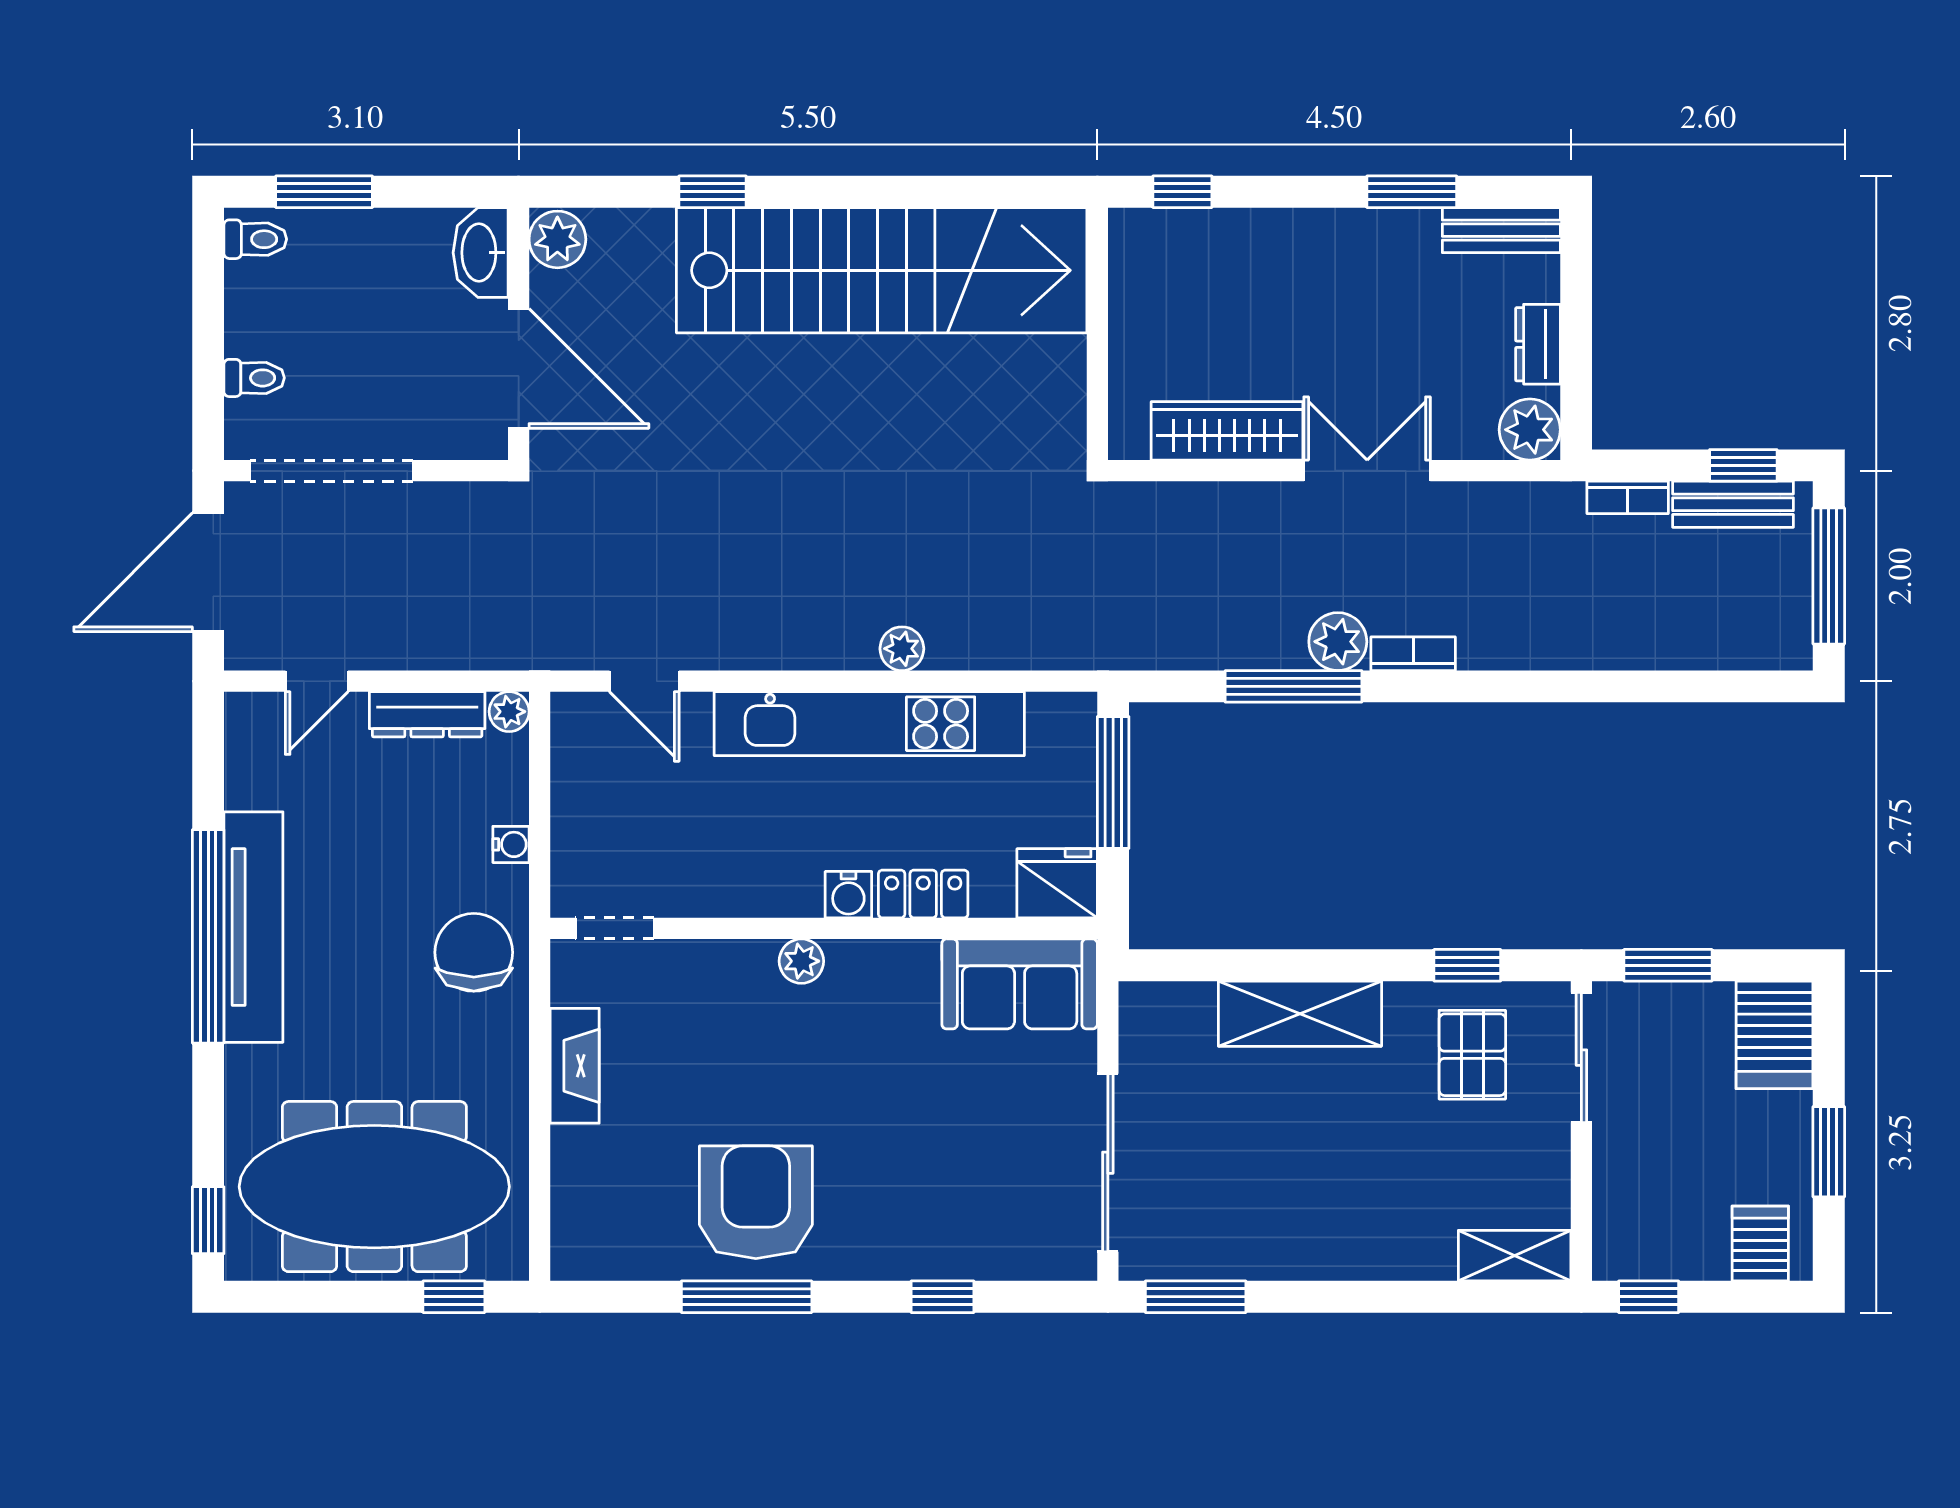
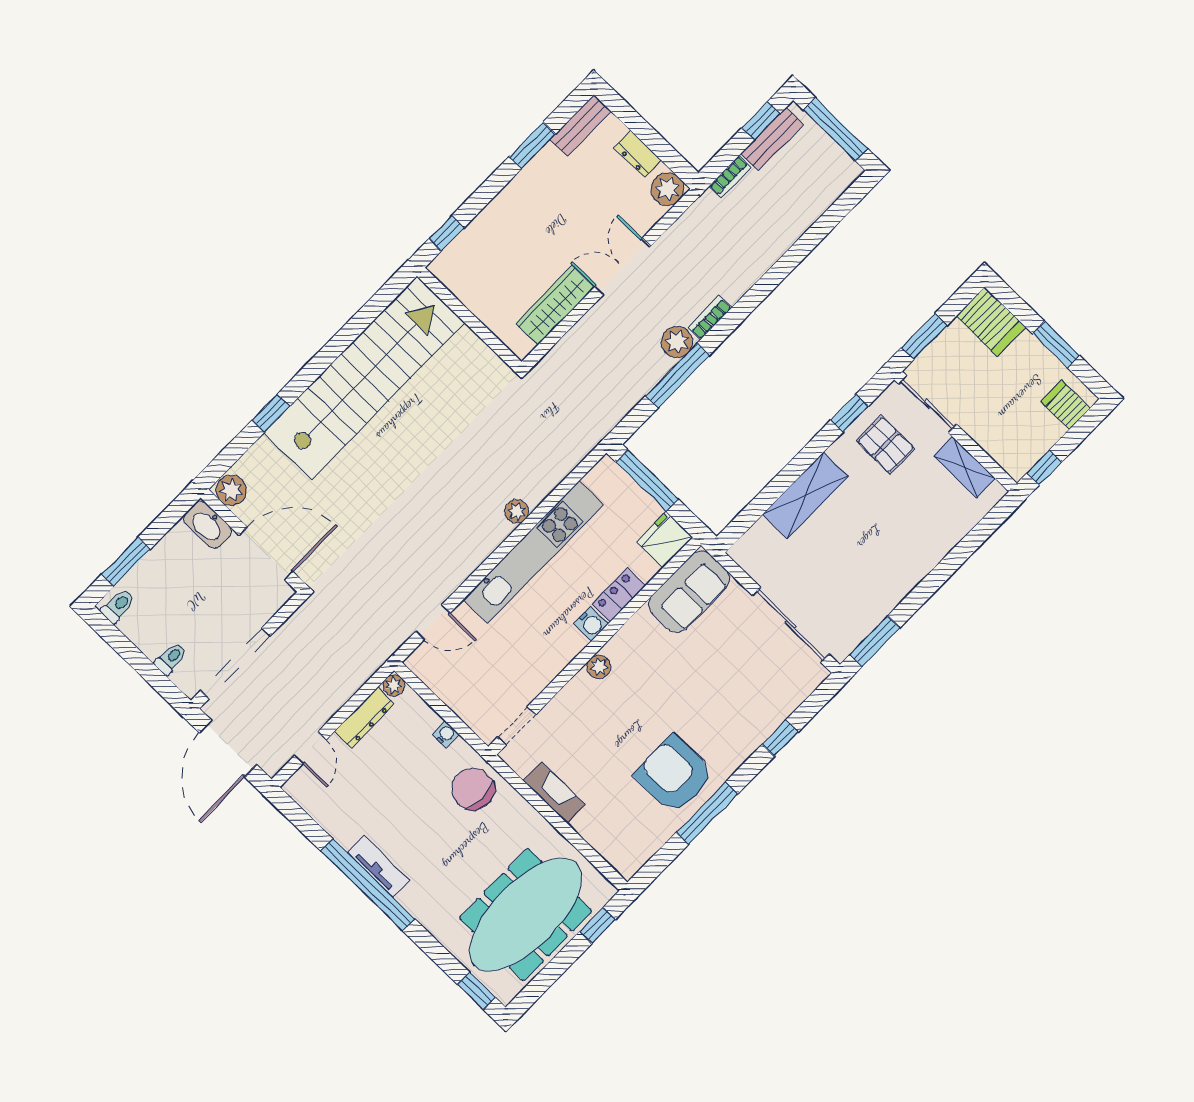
tv unit: (253, 927) -> (379, 866), width x0.52, depth x0.78
shelving: (1515, 1256) -> (964, 467), moved, turned 90

